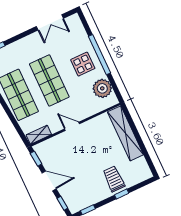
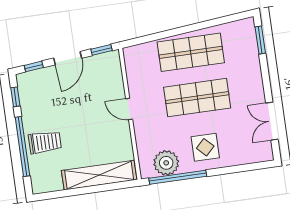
window: (100, 55) -> (178, 177), moved
door: (72, 126) -> (129, 109), swing flipped
shelving: (39, 135) -> (131, 63), removed
window: (122, 194) -> (22, 146), width x3.17

